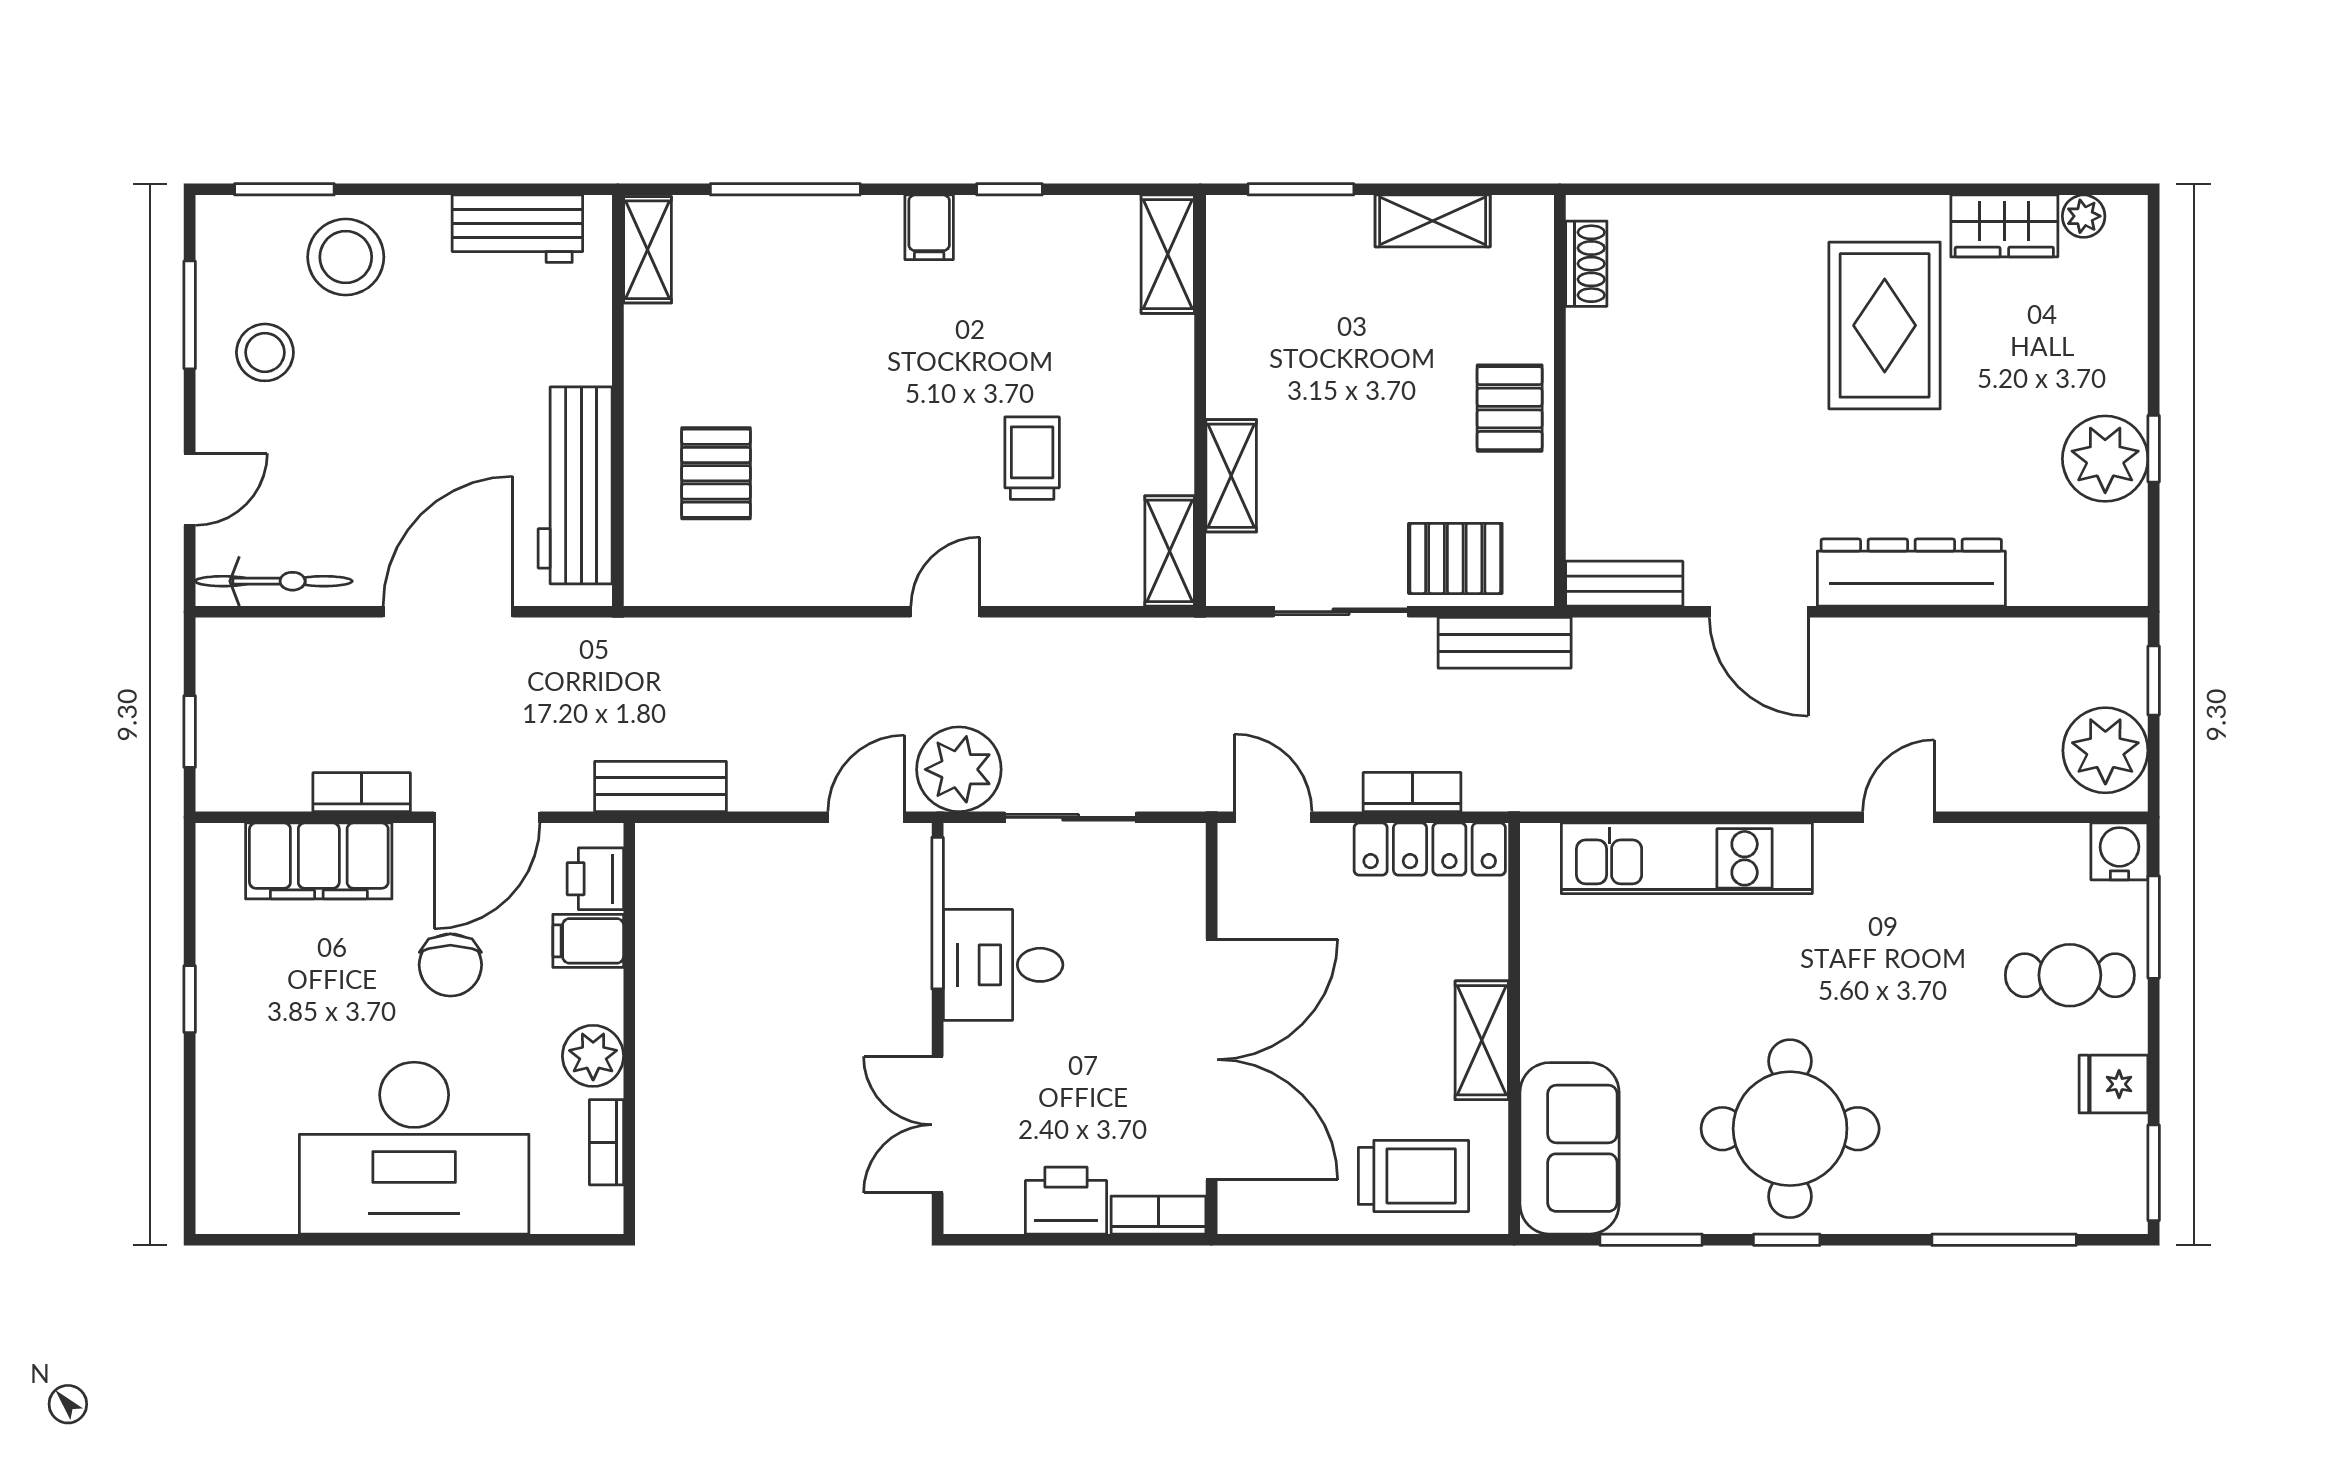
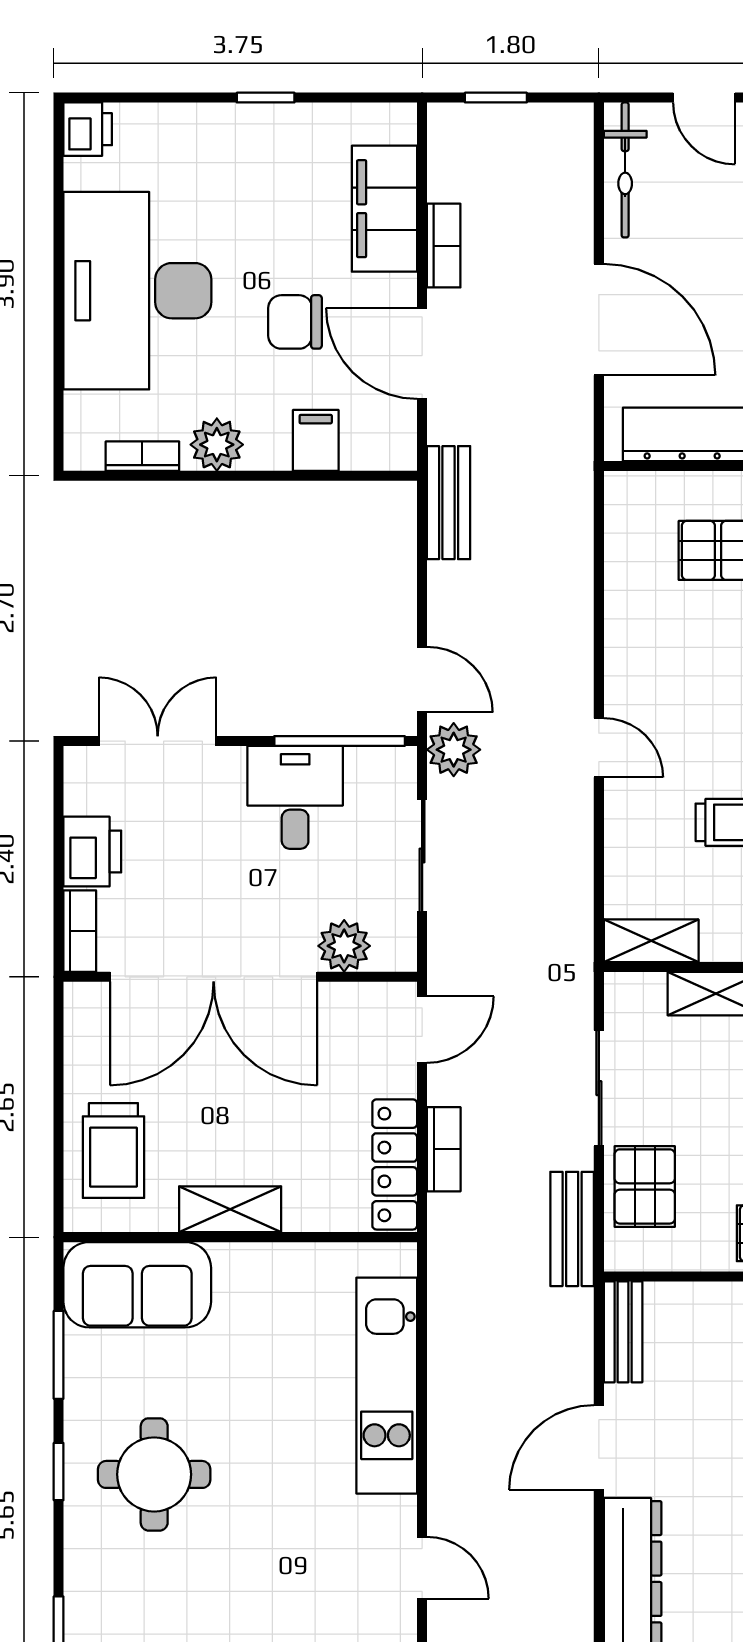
plant: (959, 769) -> (454, 750), width x0.73, depth x0.73
printer: (595, 879) -> (88, 129), moved, turned 90
plant: (1176, 908) -> (344, 946), added
round table: (1790, 1129) -> (154, 1474), width x0.73, depth x0.73

